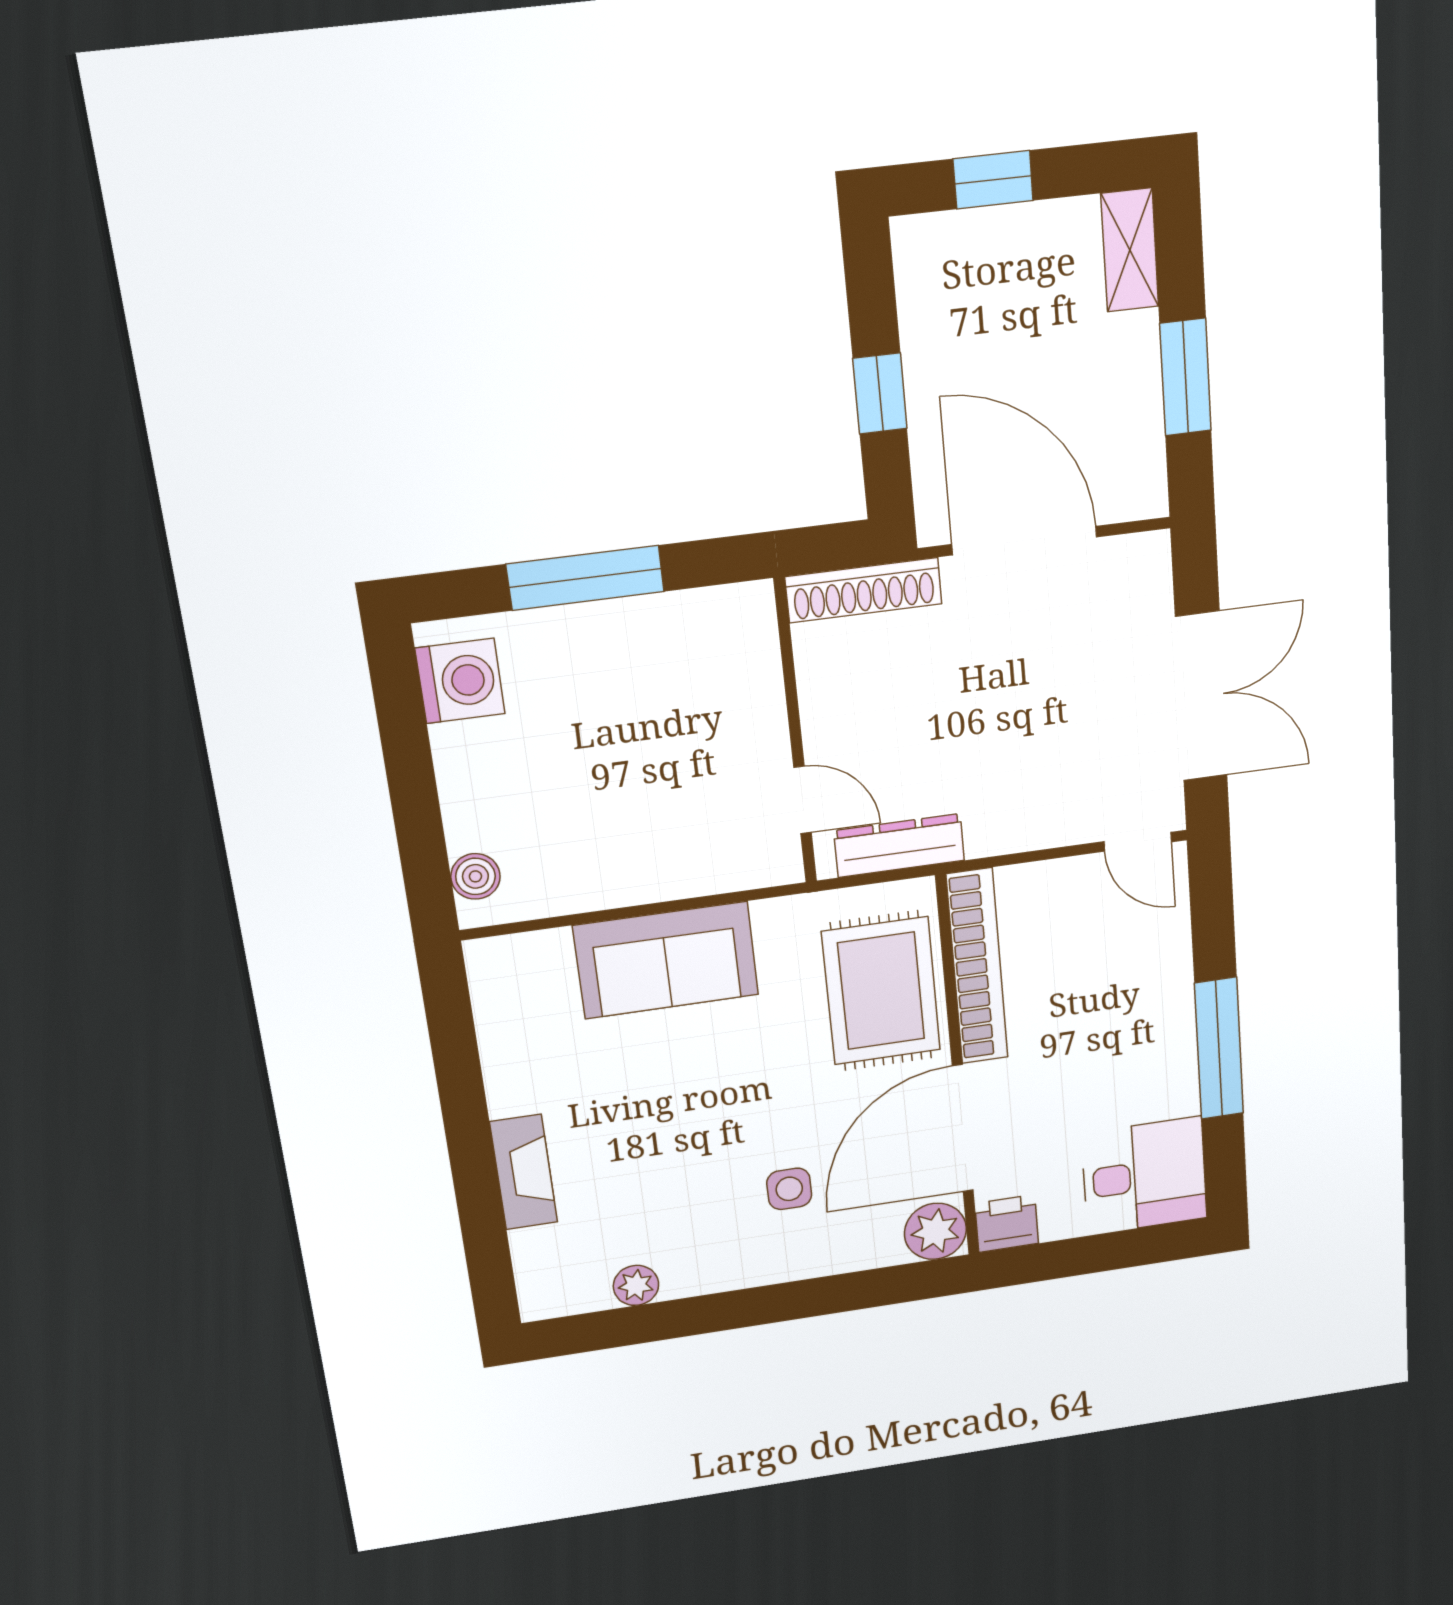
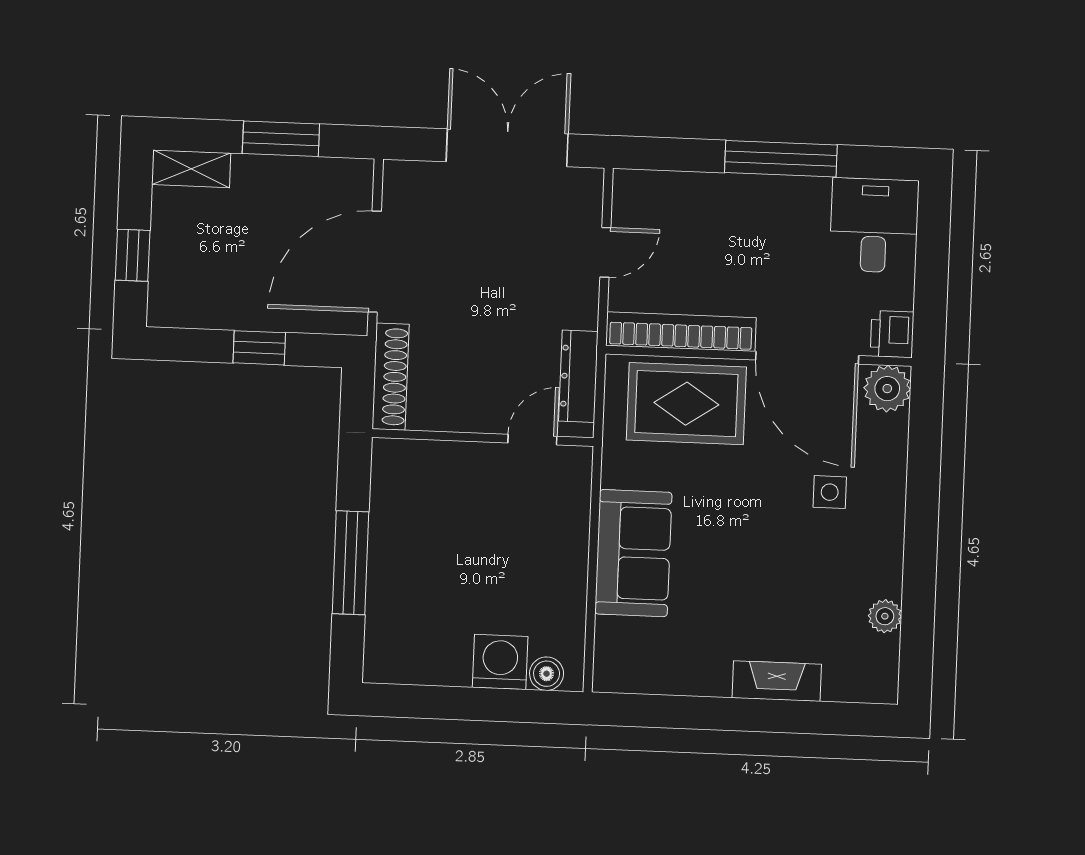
washing machine: (460, 681) -> (500, 662), moved
door: (1138, 842) -> (605, 252), moved

